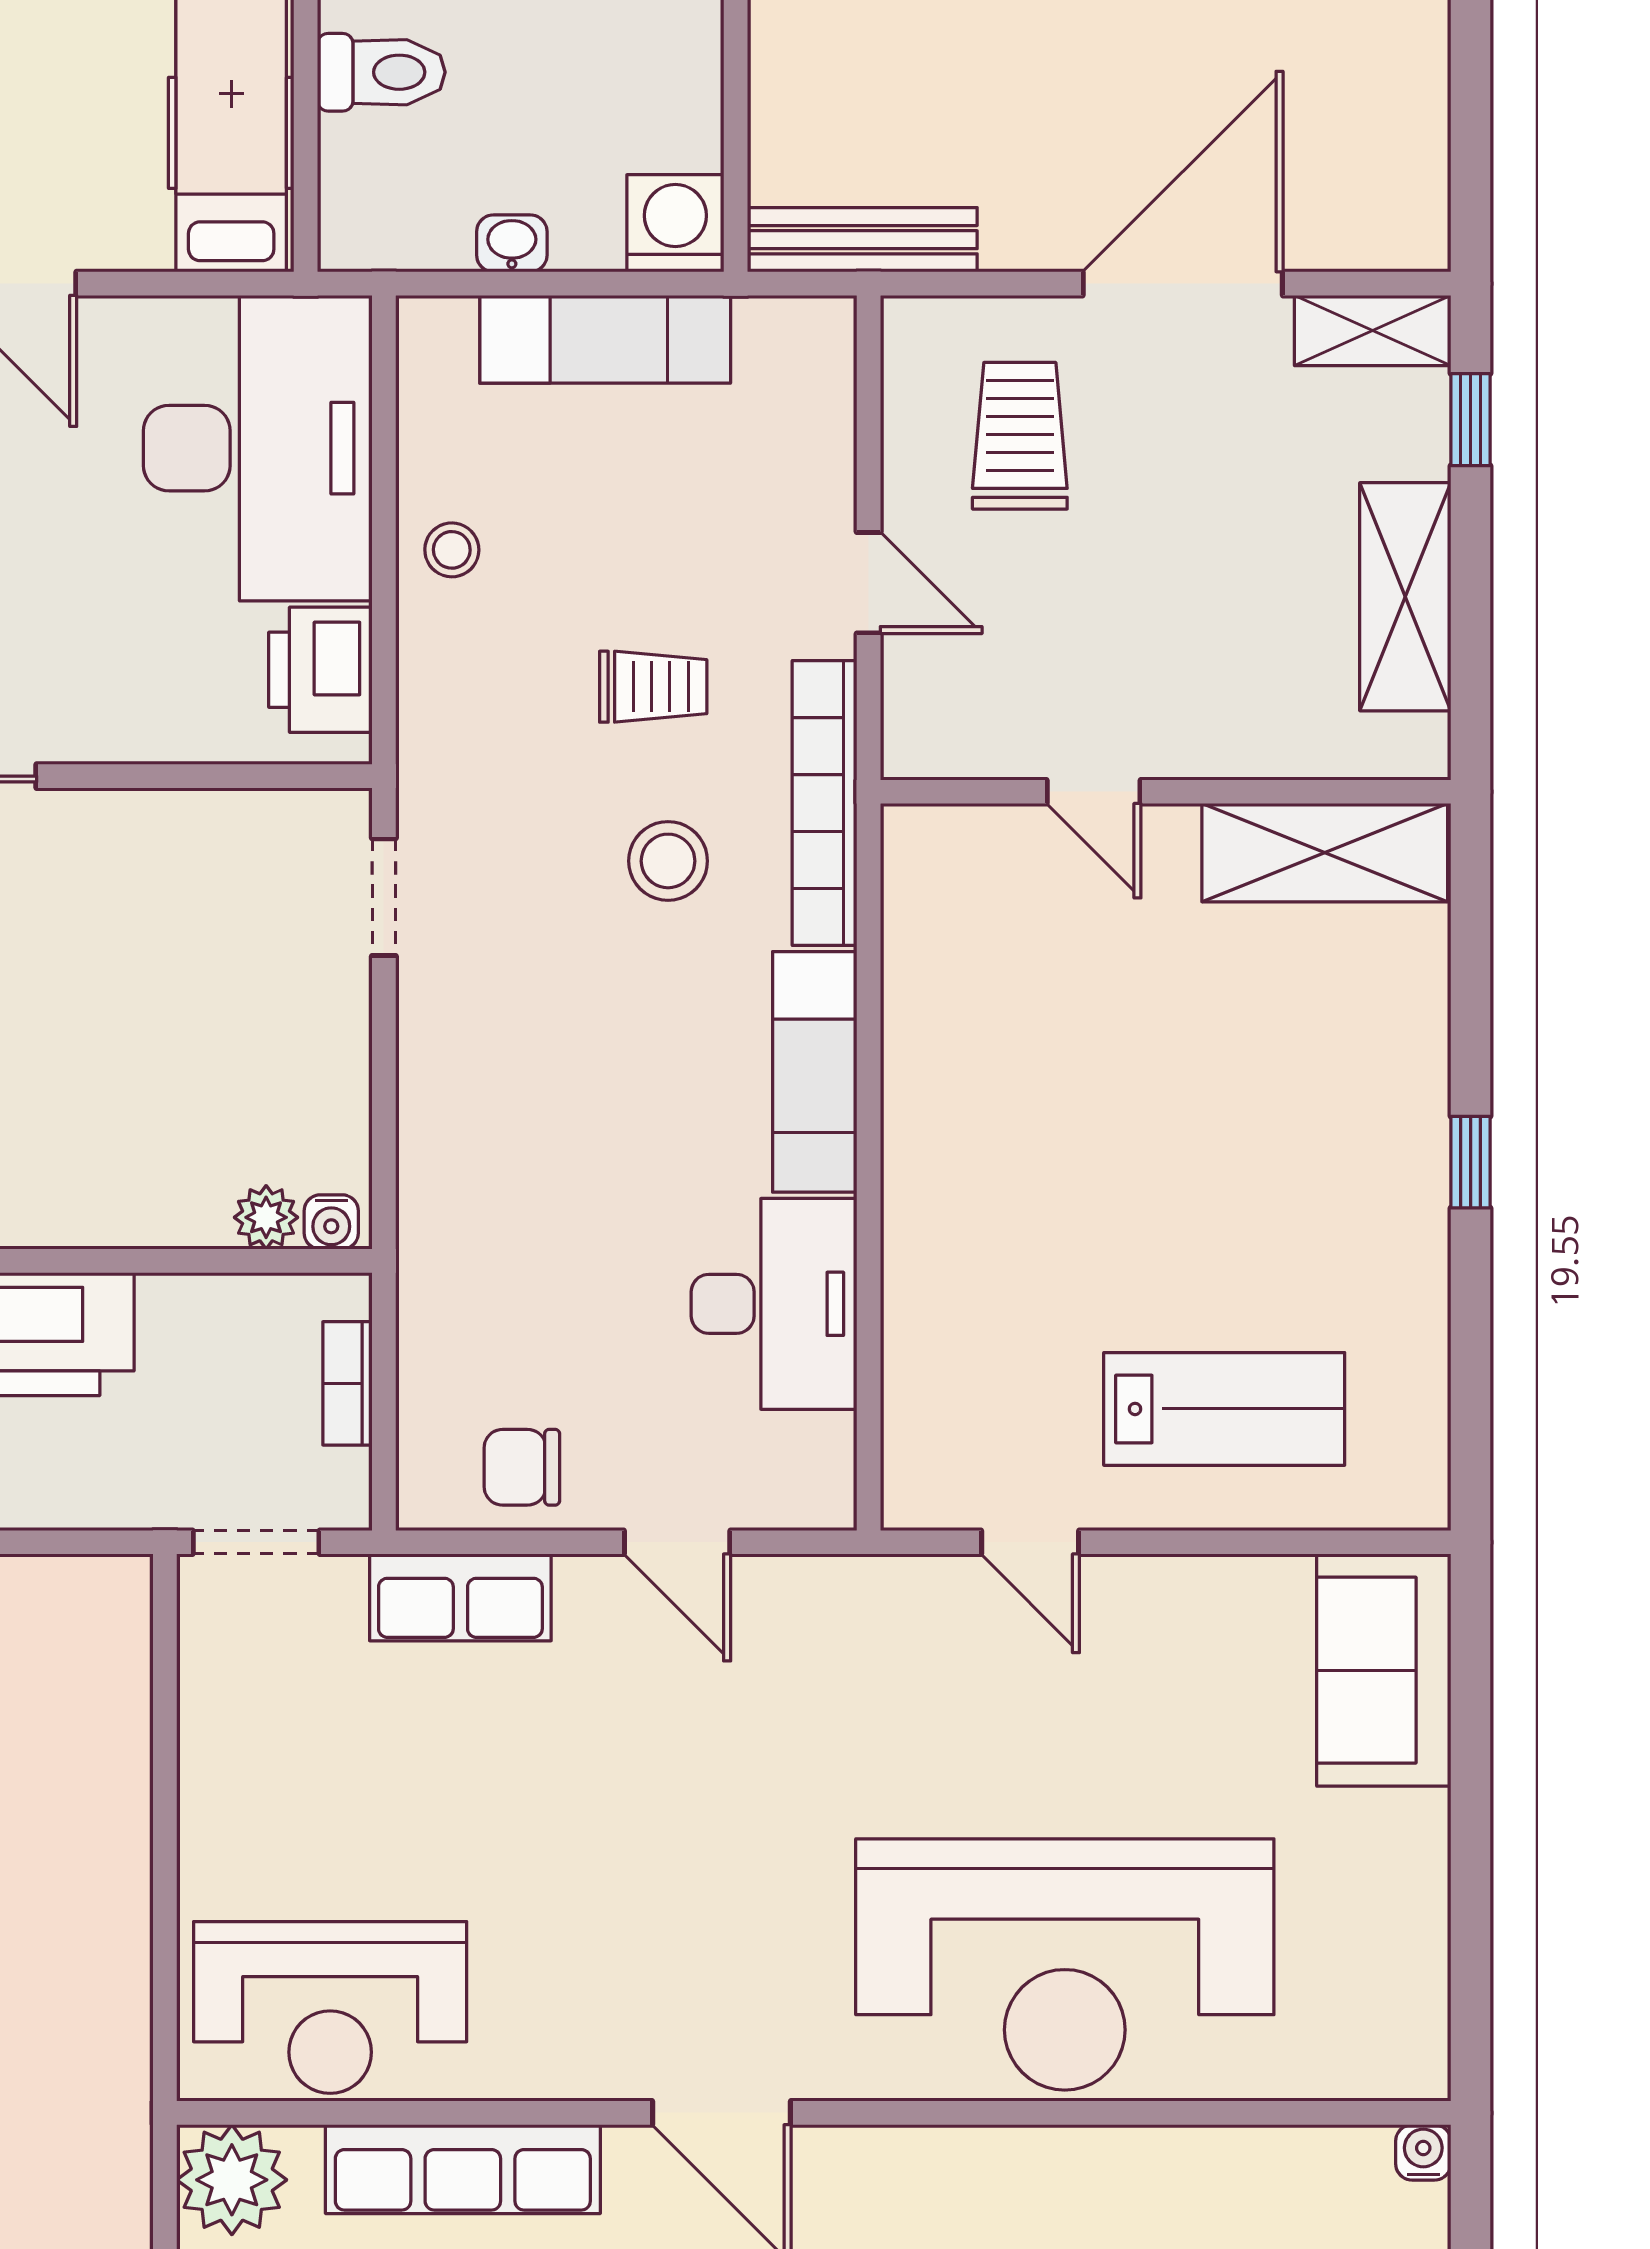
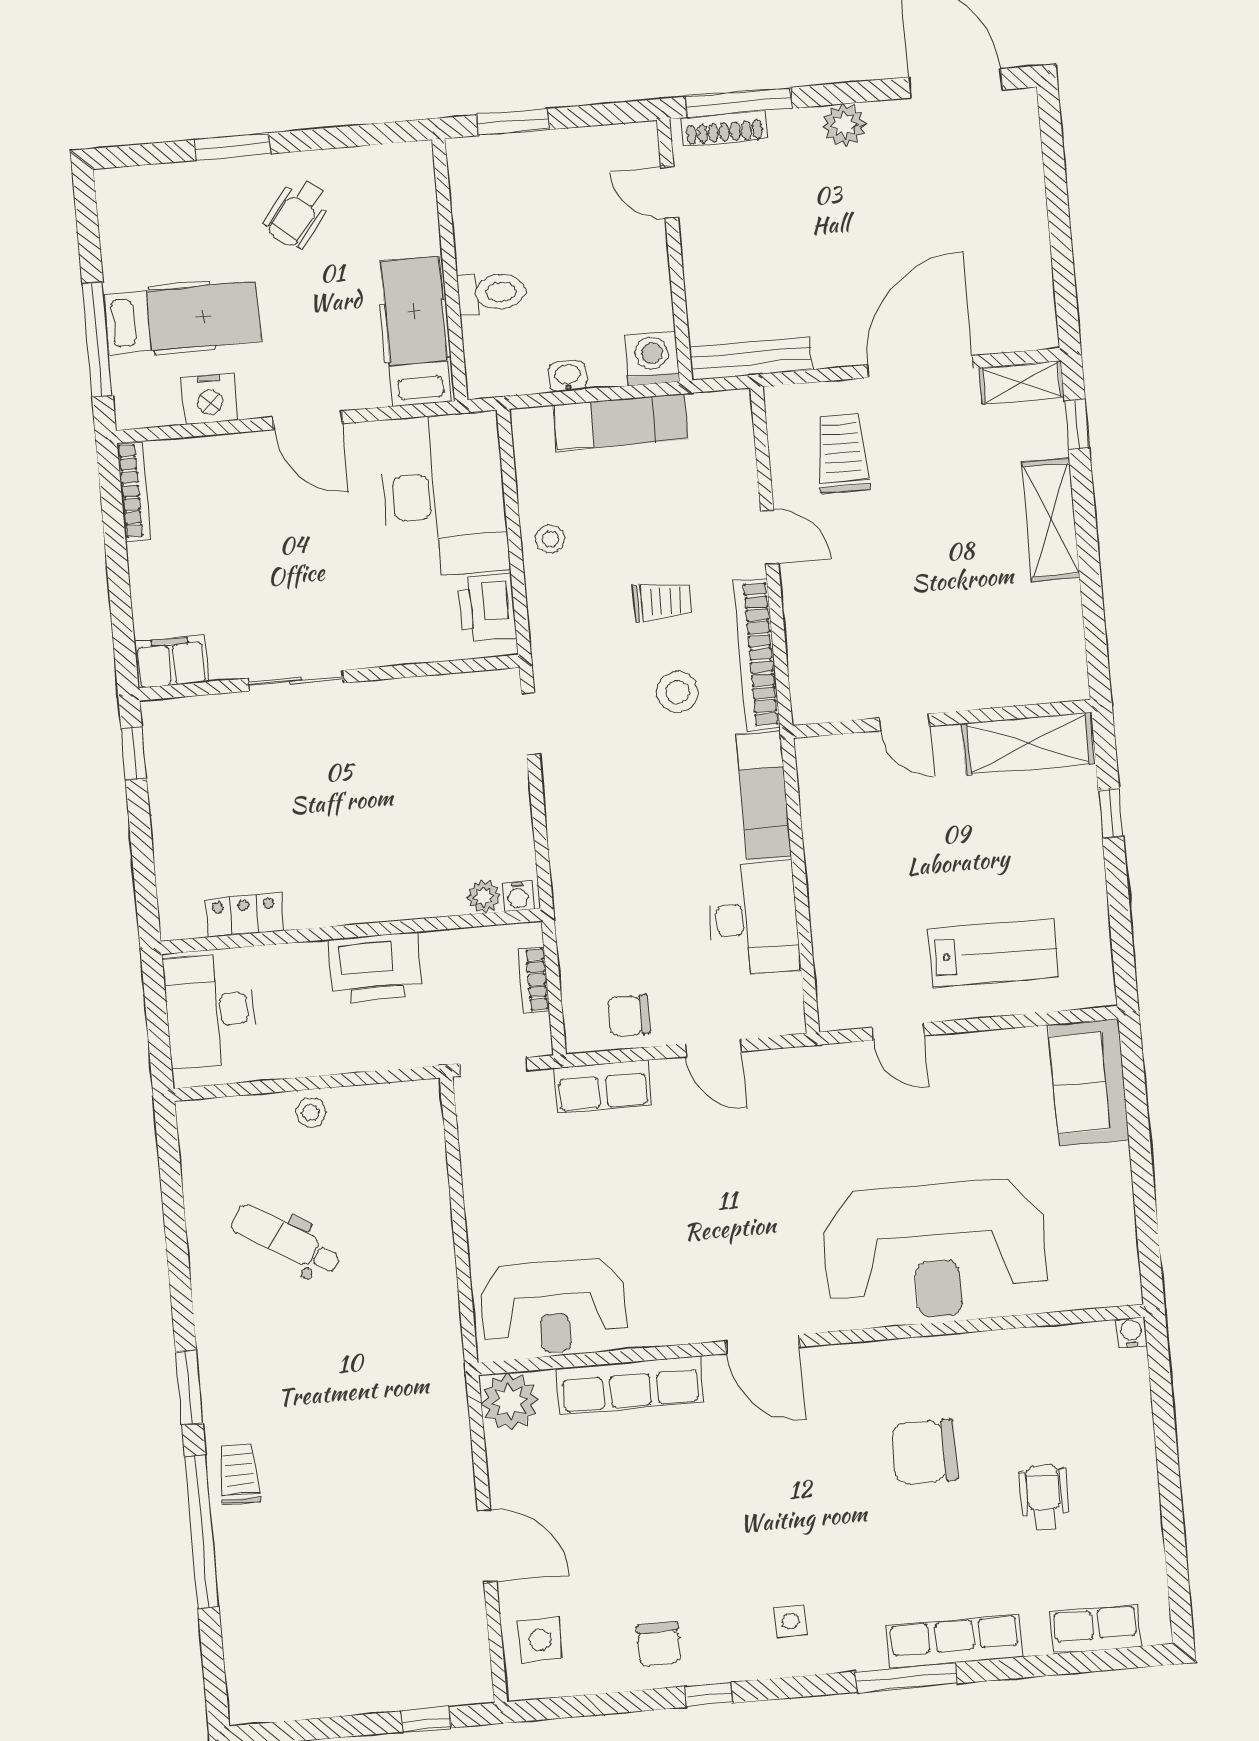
door: (1094, 792) -> (904, 722), moved
wall: (1166, 792) -> (942, 719), moved
shelving: (1325, 853) -> (1028, 743), moved

